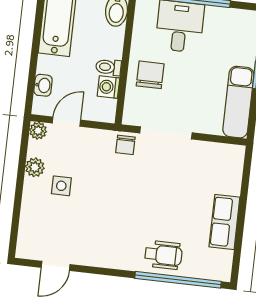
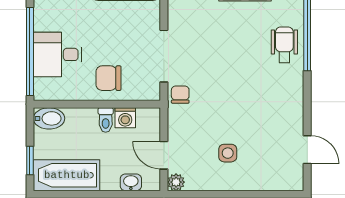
chair: (125, 145) -> (180, 95), turned -90
plant: (35, 167) -> (212, 181), removed

